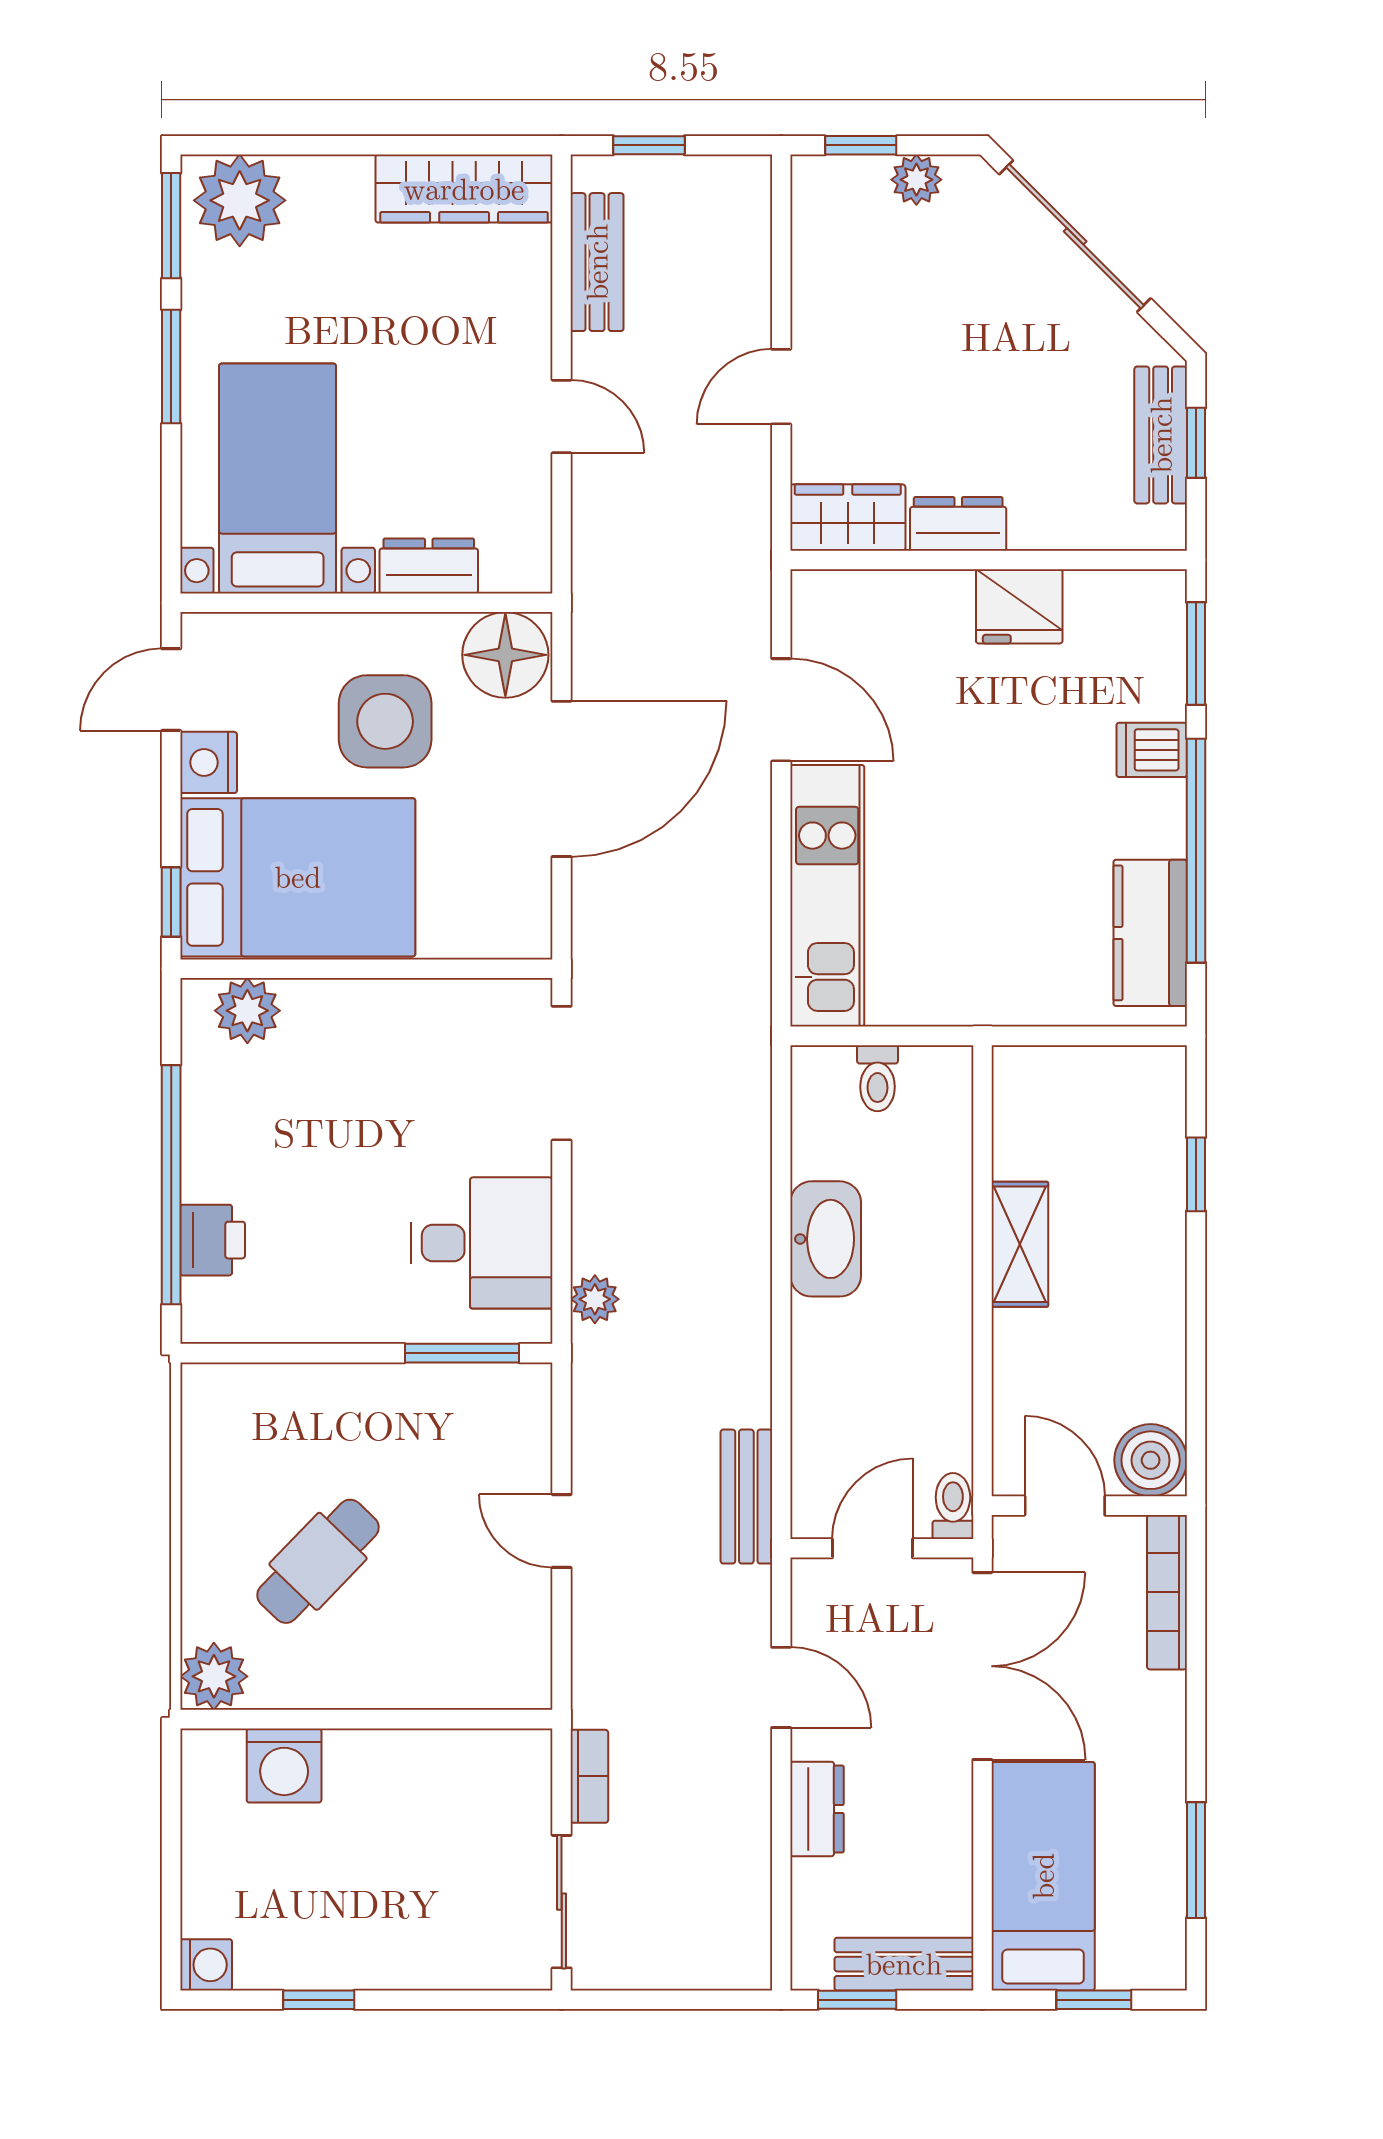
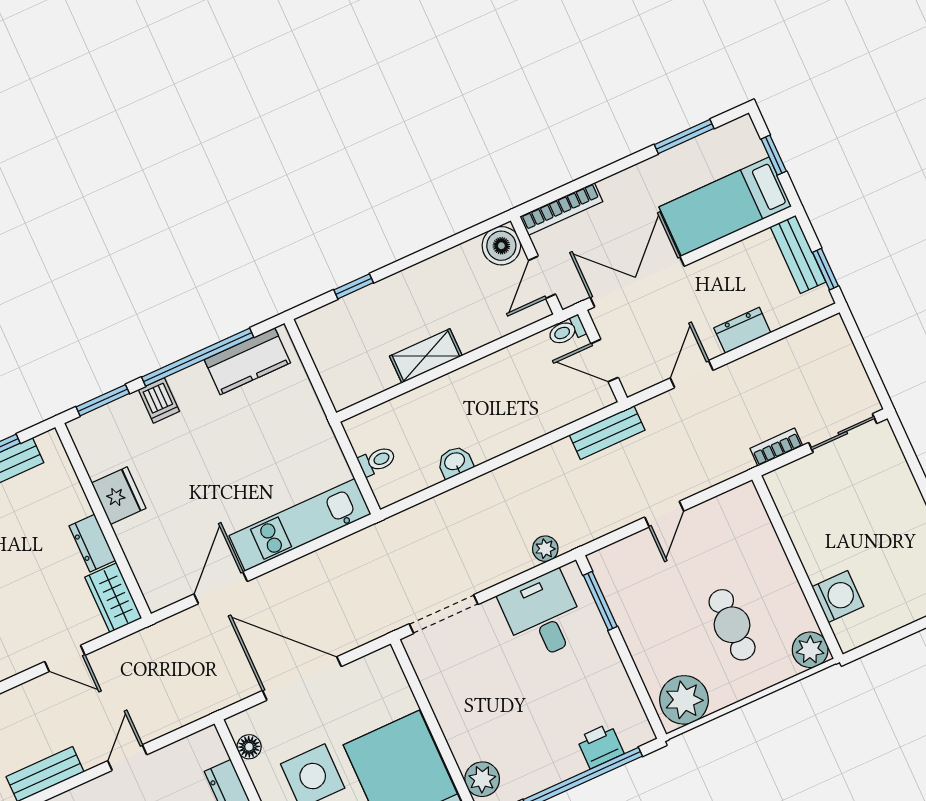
floor lamp: (505, 655) -> (249, 747), width x0.53, depth x0.53
washbasin: (826, 1239) -> (455, 462), width x0.52, depth x0.69
plant: (226, 1420) -> (684, 700), added
cafe table: (318, 1561) -> (732, 625), turned 46

